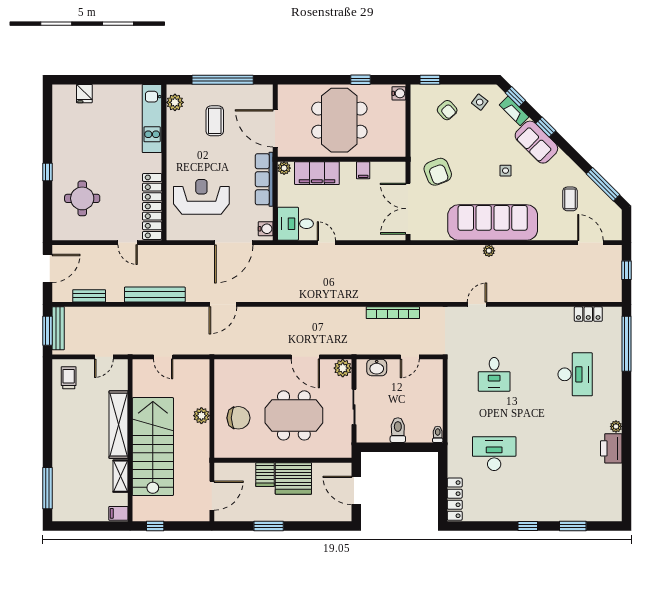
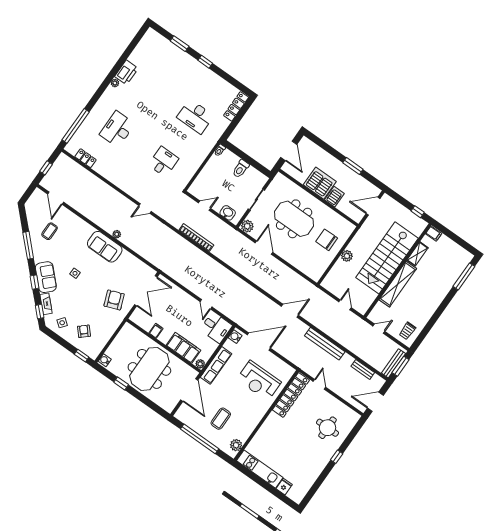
kitchen unit: (152, 119) -> (260, 469), moved, turned -90
window: (603, 184) -> (28, 245), moved
sofa: (493, 222) -> (105, 247), width x0.54, depth x0.79

